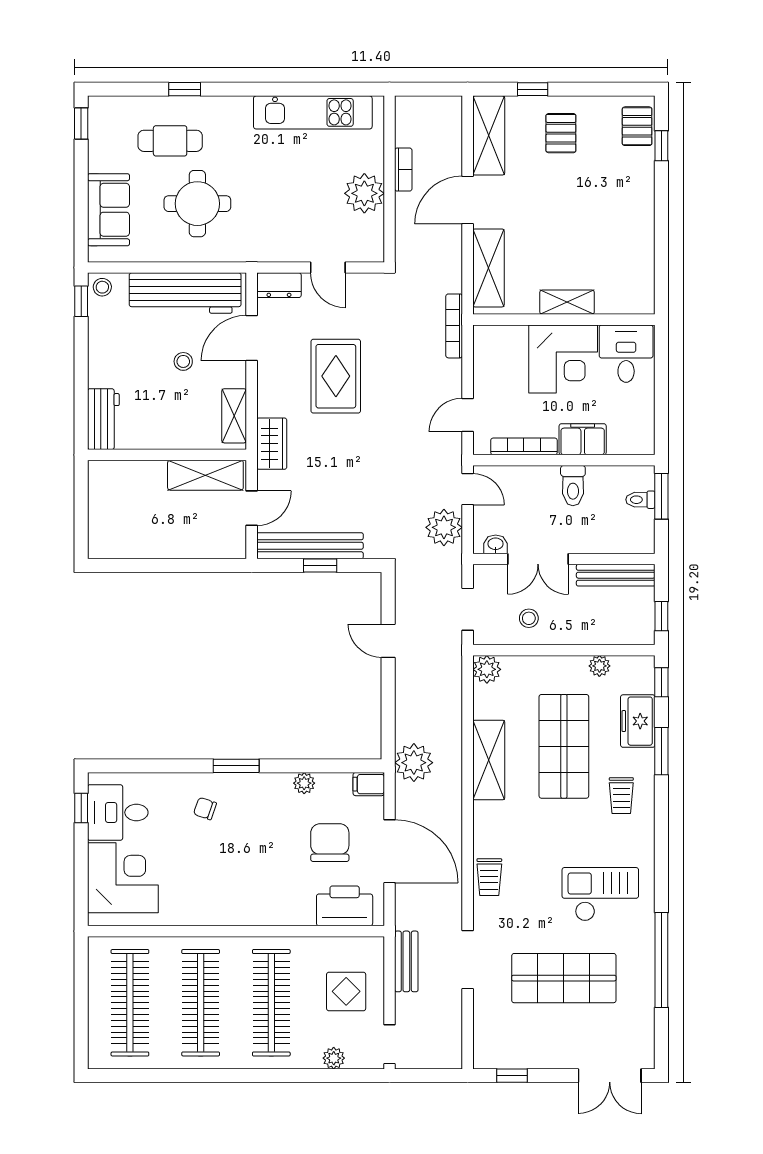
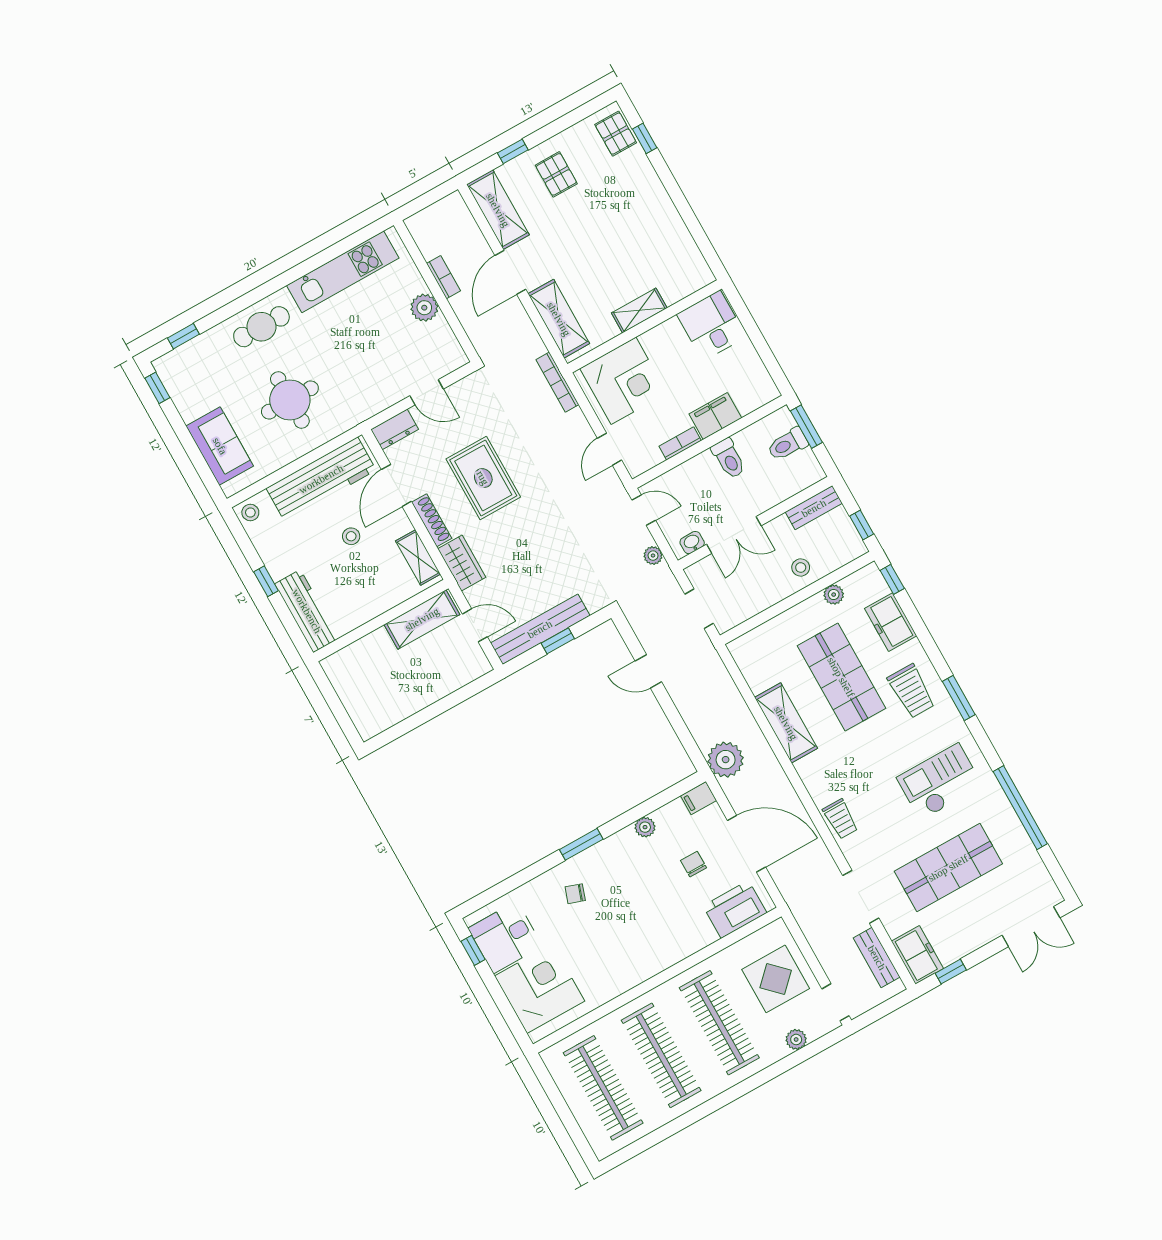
window: (185, 89) -> (183, 336), moved
cafe table: (170, 141) -> (261, 327), moved
plant: (364, 193) -> (424, 308), width x0.73, depth x0.73
window: (81, 301) -> (266, 581), moved
corner desk: (563, 359) -> (623, 381), moved
shoe rack: (266, 388) -> (432, 520), added
workbench: (103, 419) -> (307, 611), width x1.38
bookcase: (524, 446) -> (680, 443), width x0.64
toilet: (640, 500) -> (788, 444), width x1.37, depth x1.39
door: (252, 508) -> (475, 625), hinge flipped
plant: (444, 527) -> (653, 556), width x0.53, depth x0.53
bench: (616, 575) -> (814, 508), width x0.73
stool: (529, 618) -> (801, 567), moved
plant: (487, 669) -> (743, 649), removed
window: (661, 751) -> (959, 698), moved
trolley: (621, 796) -> (911, 691), width x1.36, depth x1.39
chair: (330, 843) -> (694, 864), width x0.54, depth x0.54
bench: (406, 961) -> (877, 958), moved
display table: (346, 991) -> (776, 979), width x1.36, depth x1.36
freezer: (490, 1043) -> (917, 955), added

